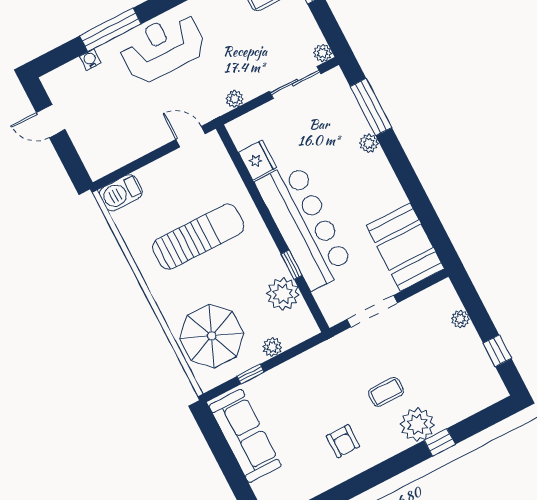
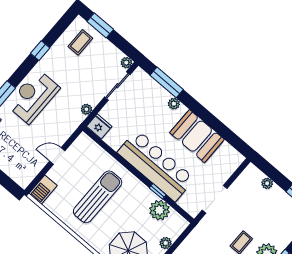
door: (190, 137) -> (57, 156), moved
fridge: (258, 160) -> (99, 126), moved
booth: (405, 247) -> (197, 136), moved

